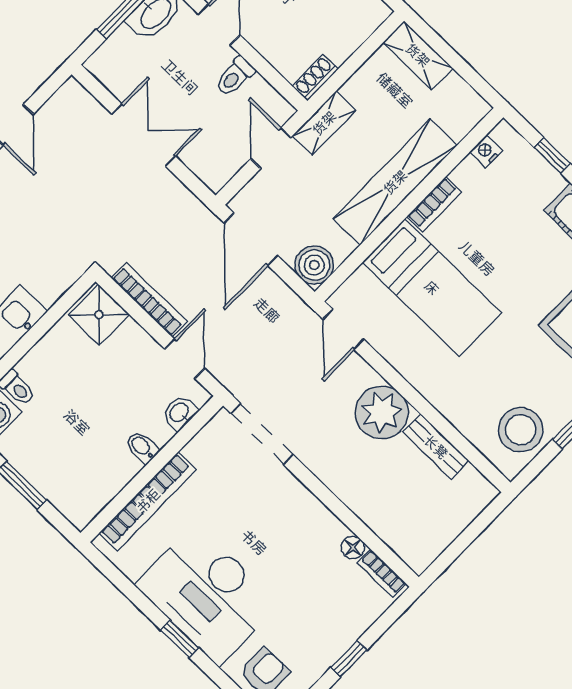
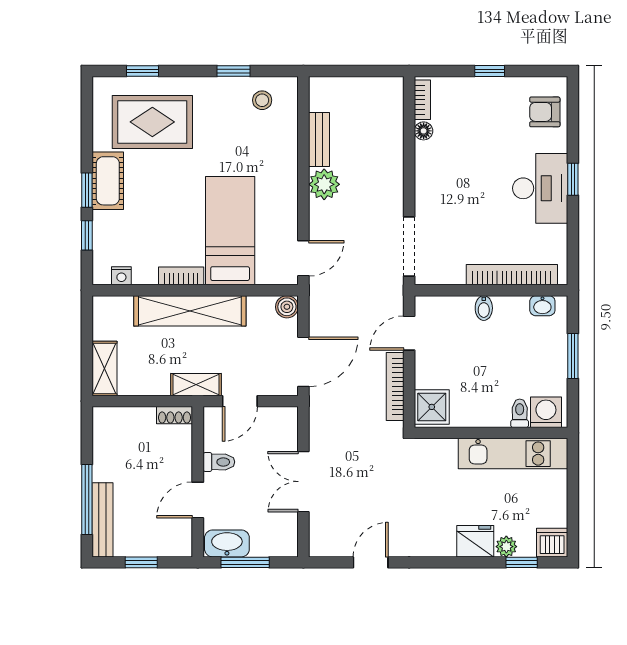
boiler: (314, 265) -> (287, 307), width x0.73, depth x0.73
plant: (382, 412) -> (324, 184), width x0.73, depth x0.73
washbasin: (180, 413) -> (542, 306), moved
stool: (521, 430) -> (262, 100), width x0.53, depth x0.53
desk: (207, 594) -> (540, 188), width x0.73, depth x0.77

